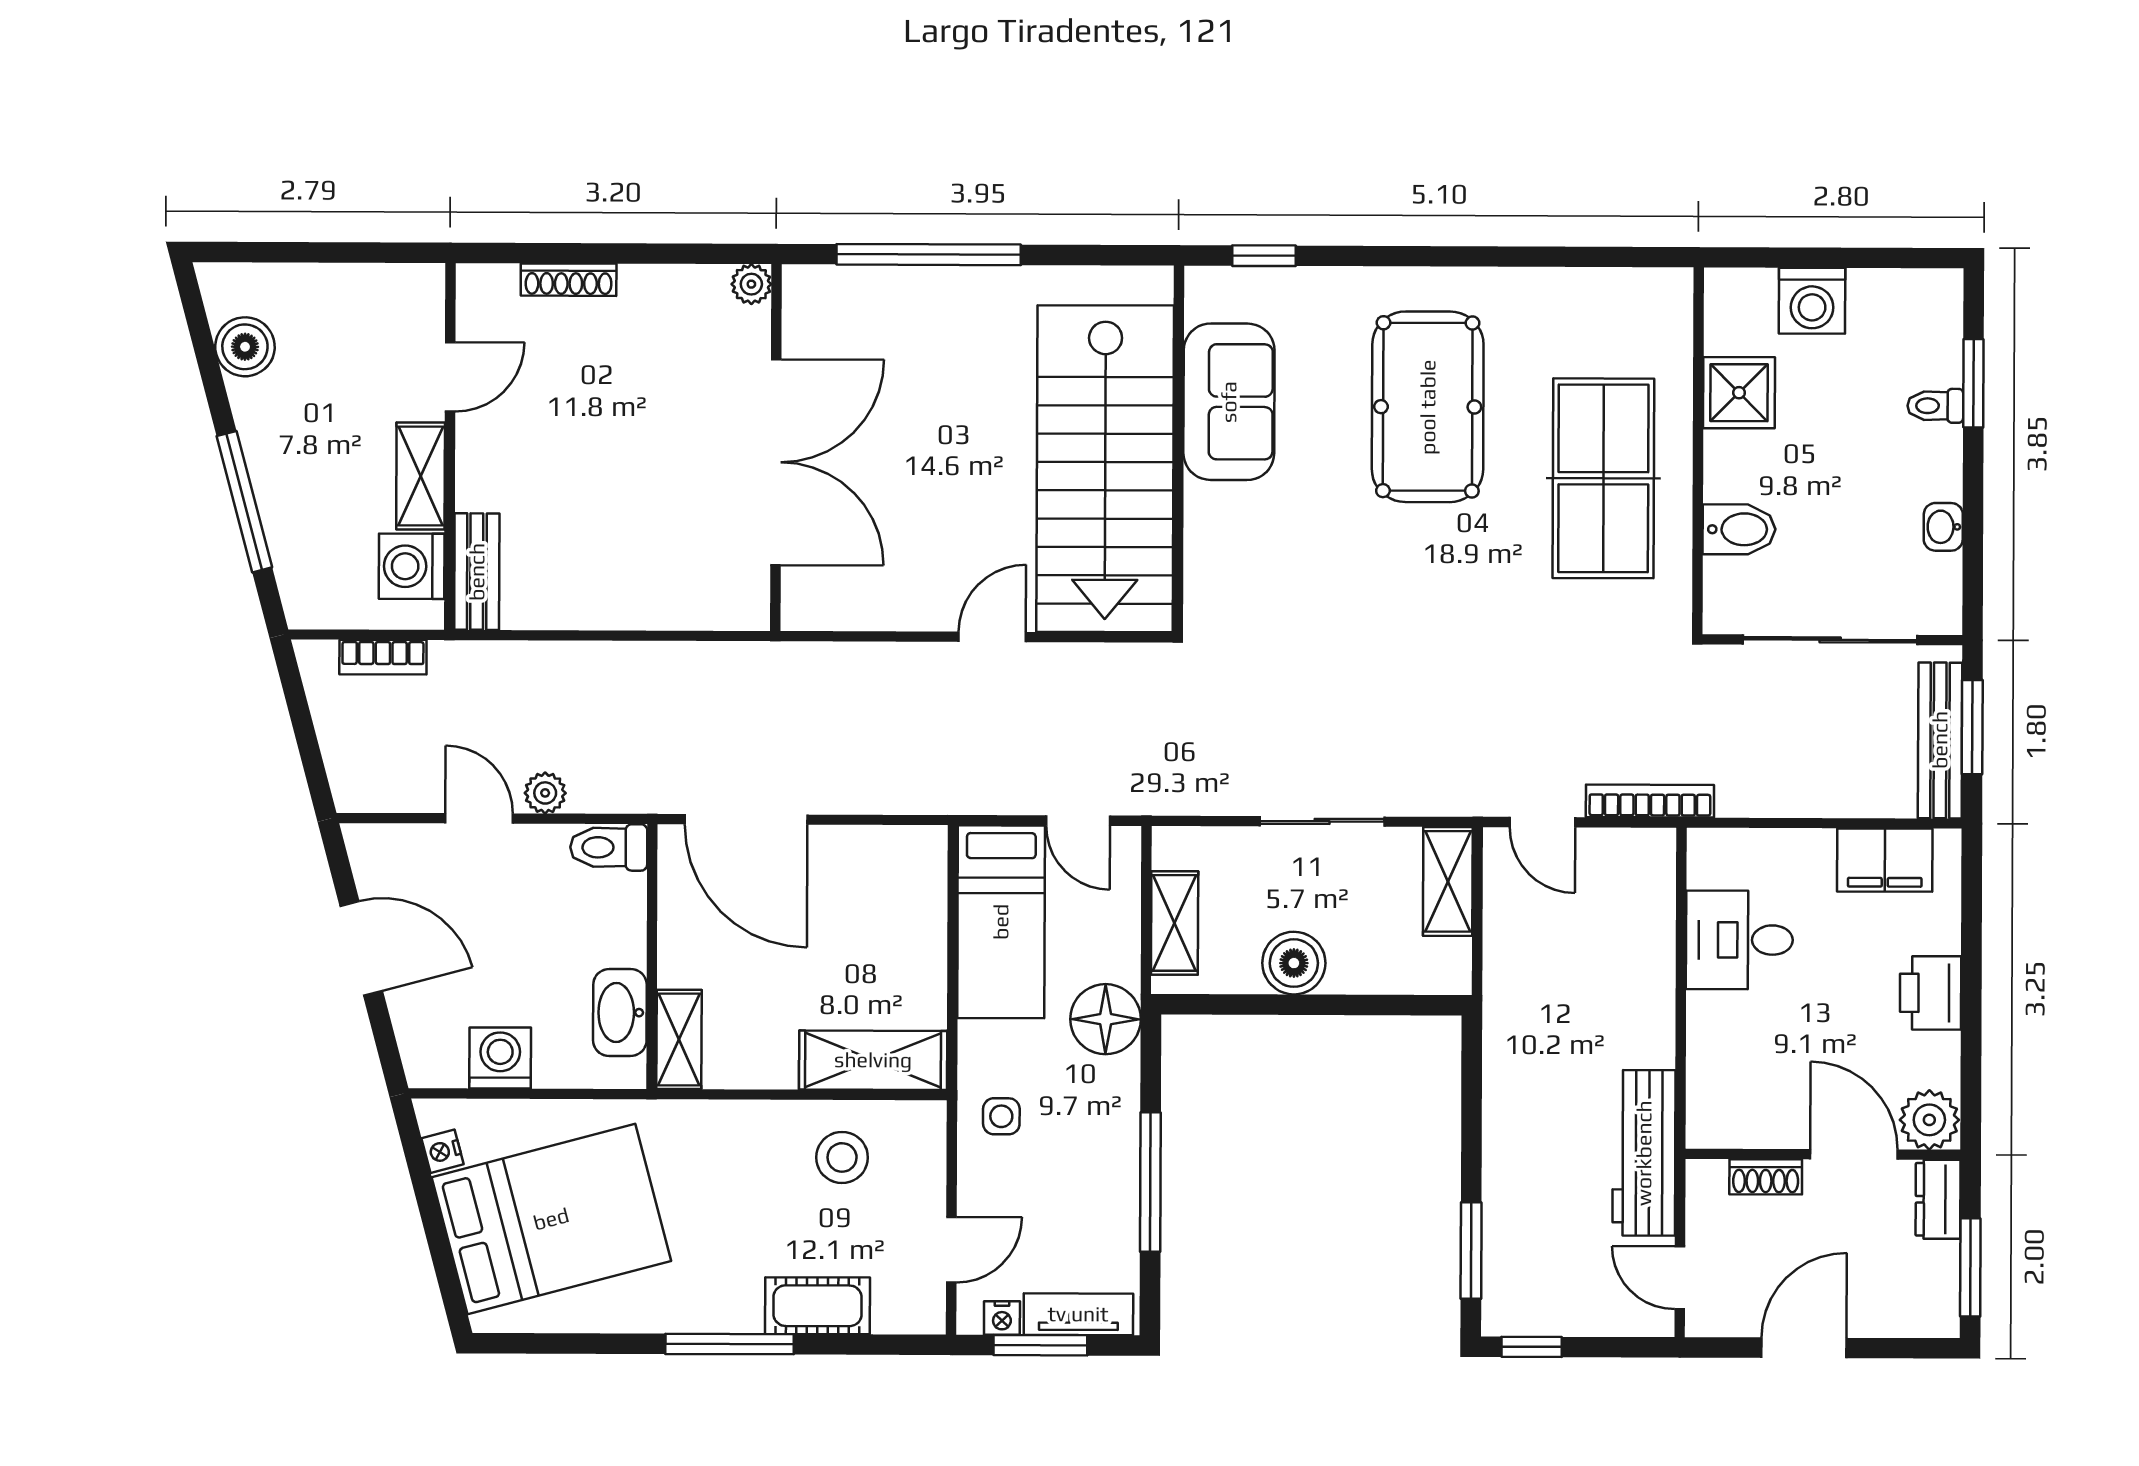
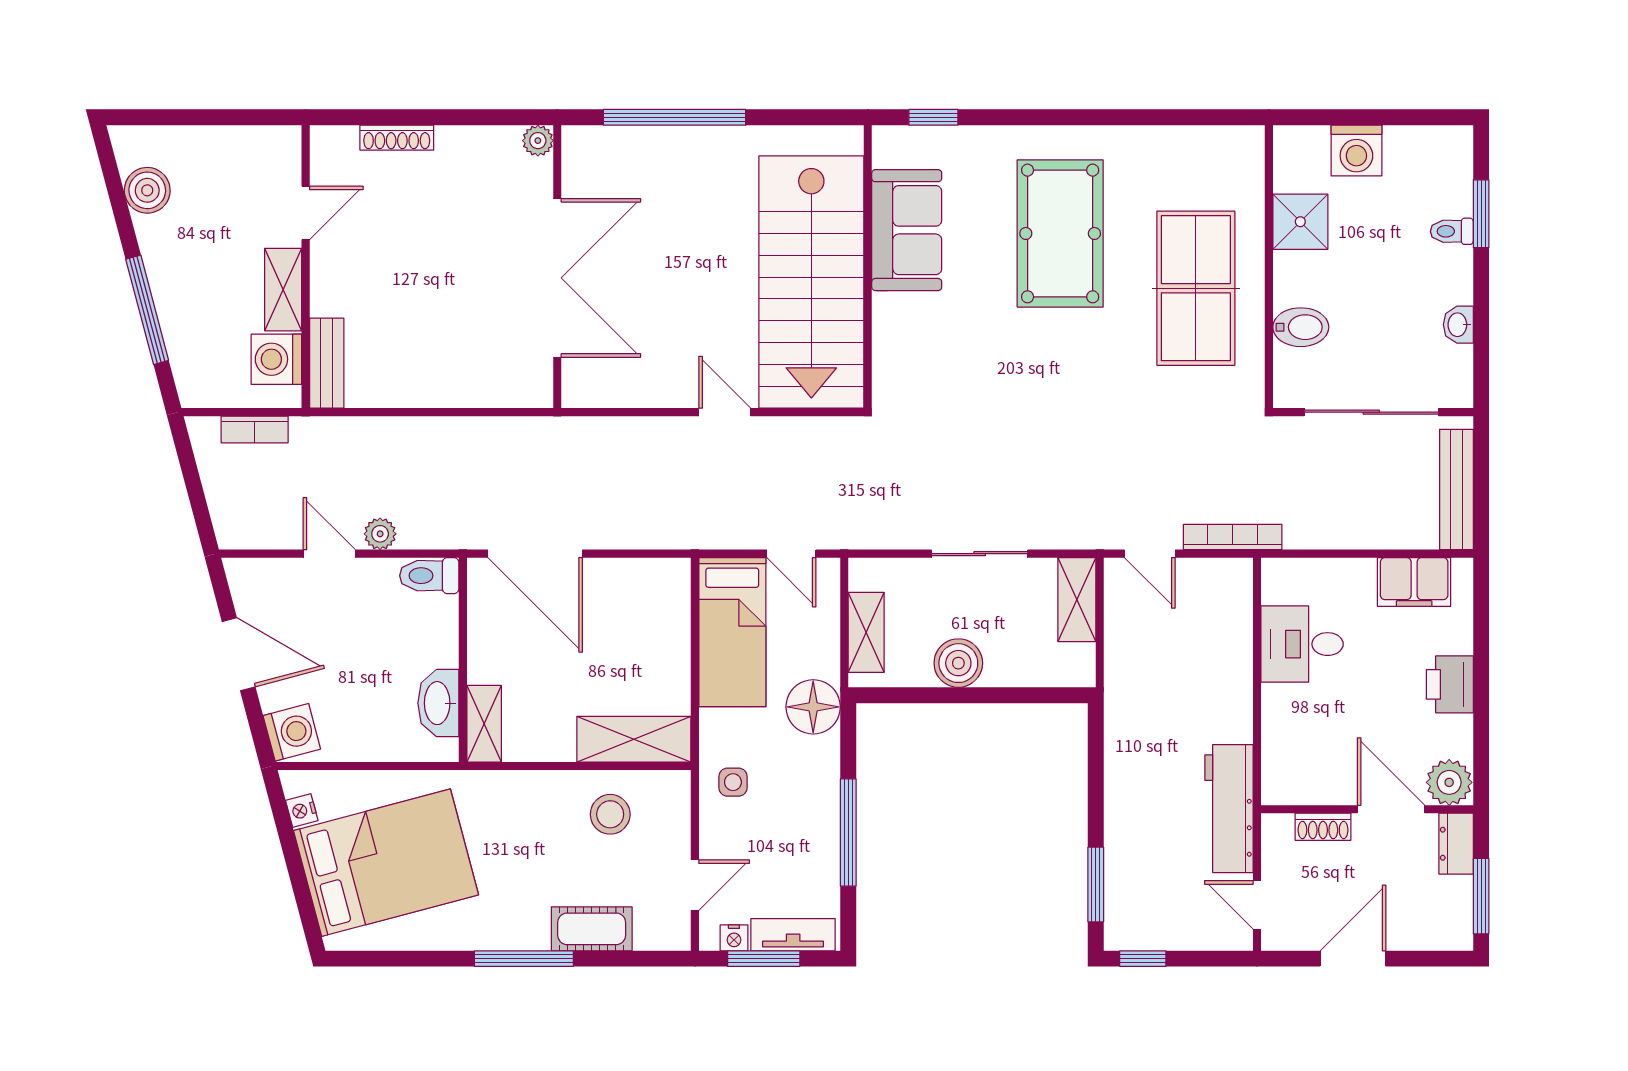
door: (992, 637) -> (725, 412), hinge flipped
window: (1972, 727) -> (1481, 479), removed
washing machine: (500, 1058) -> (292, 732), moved, turned 75

